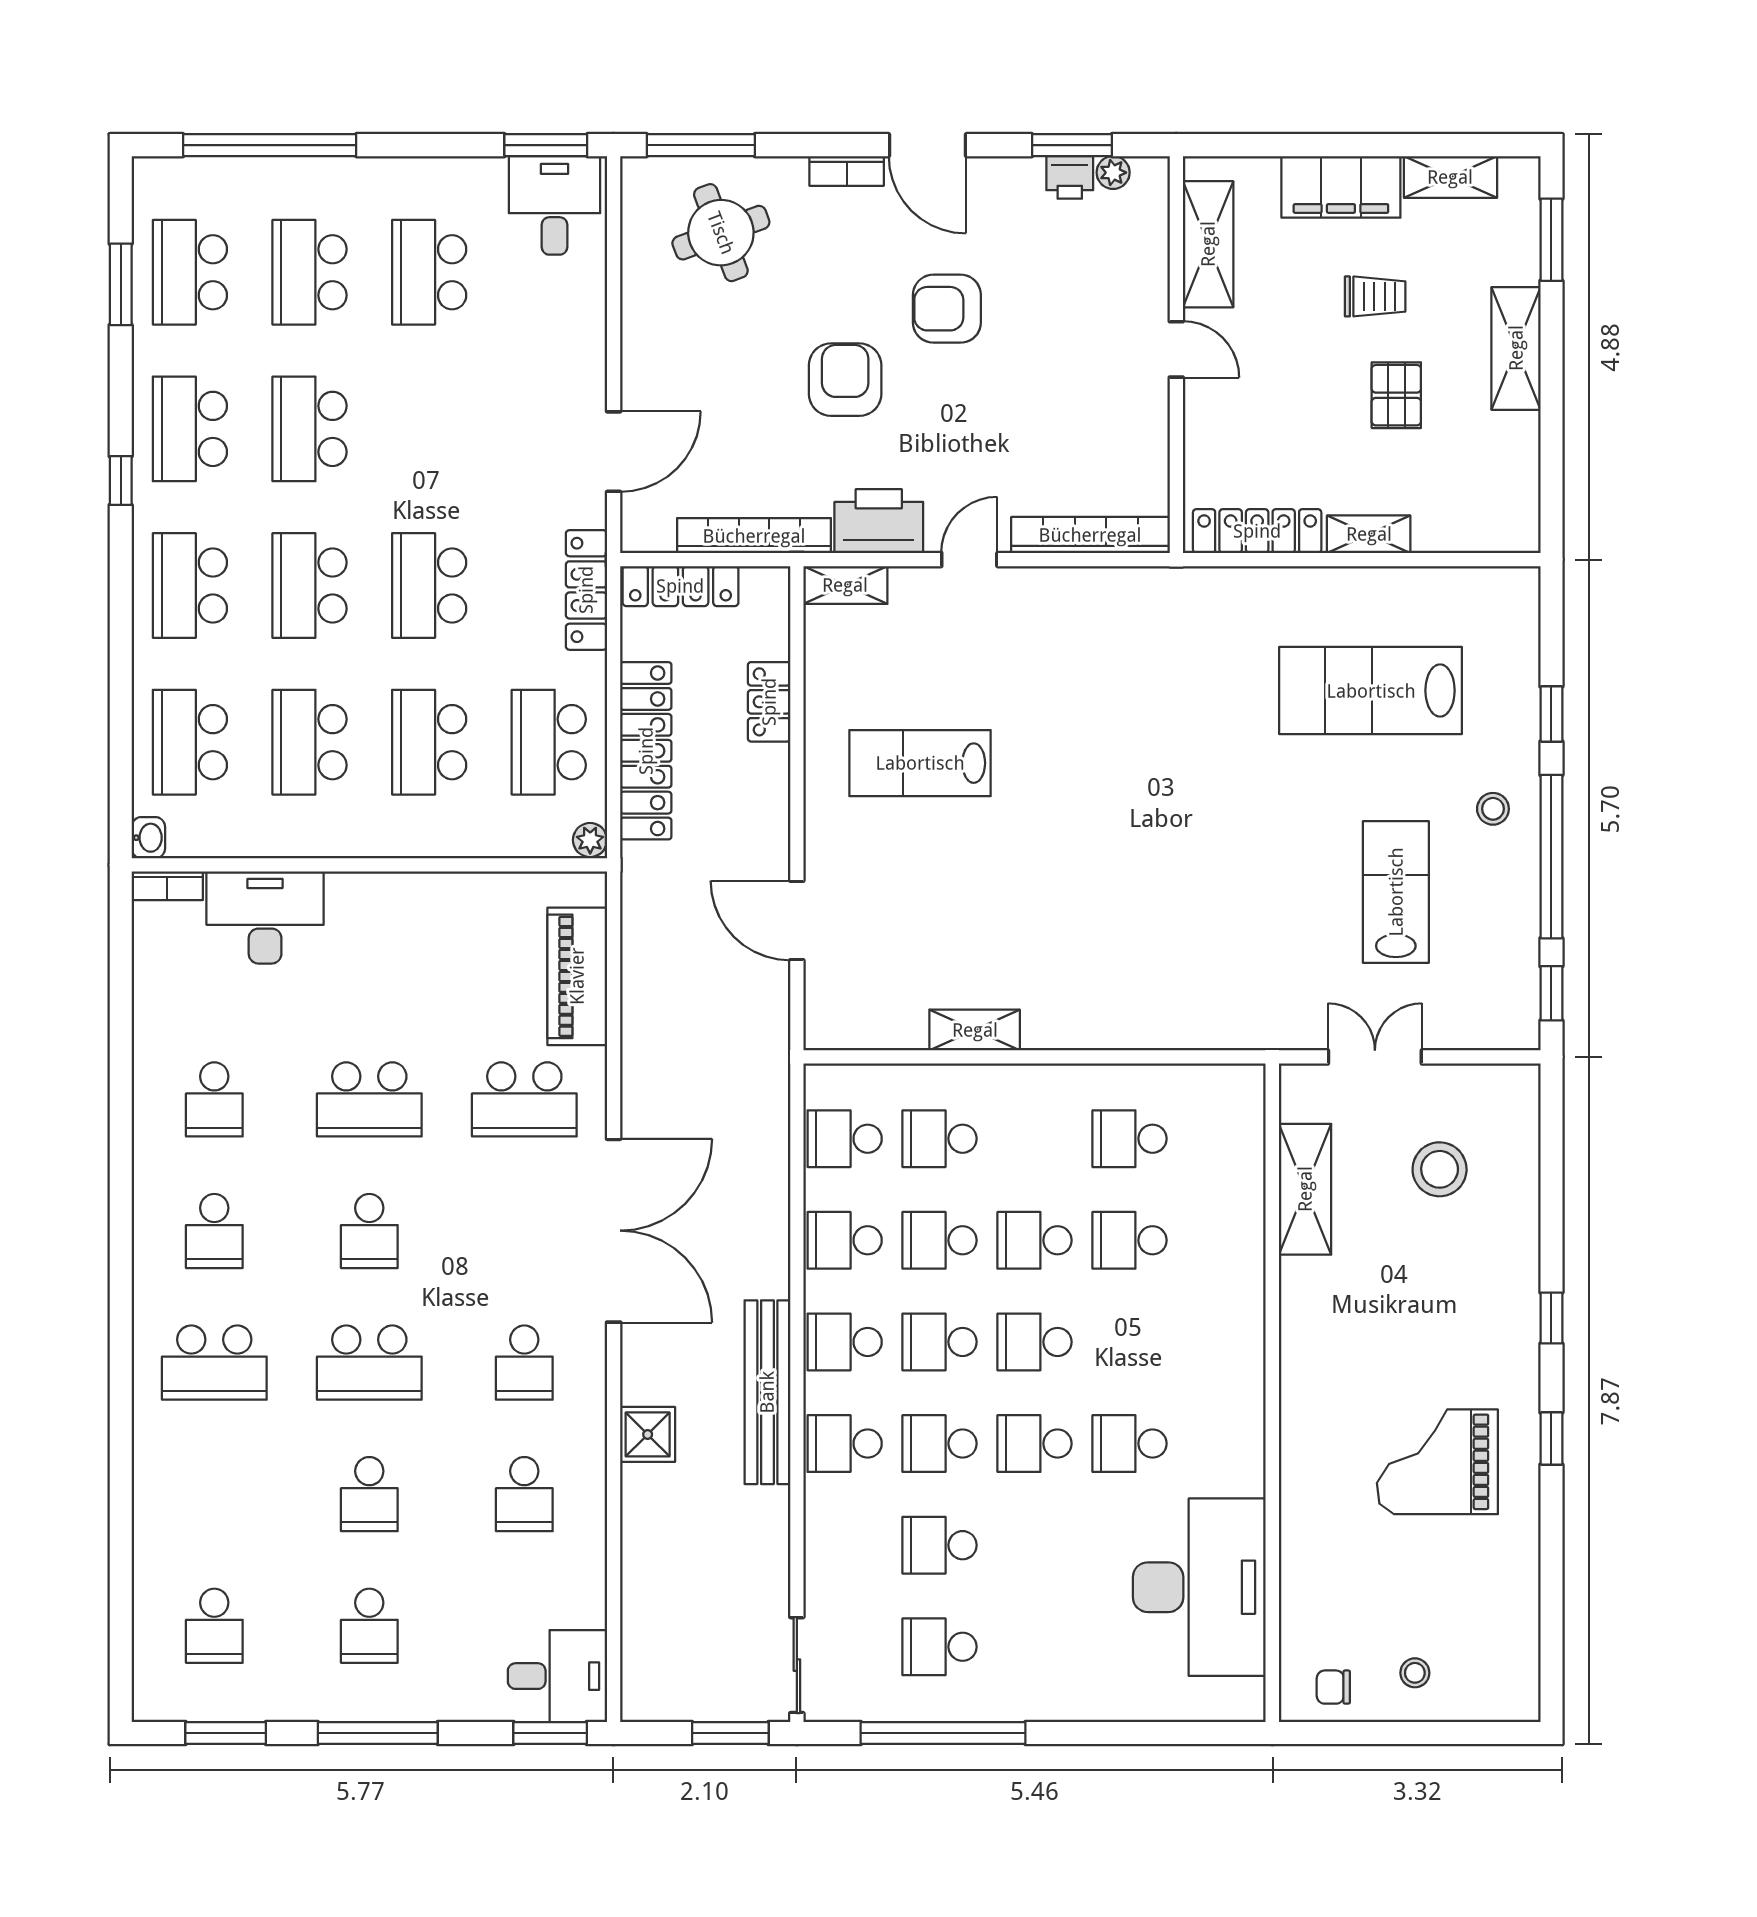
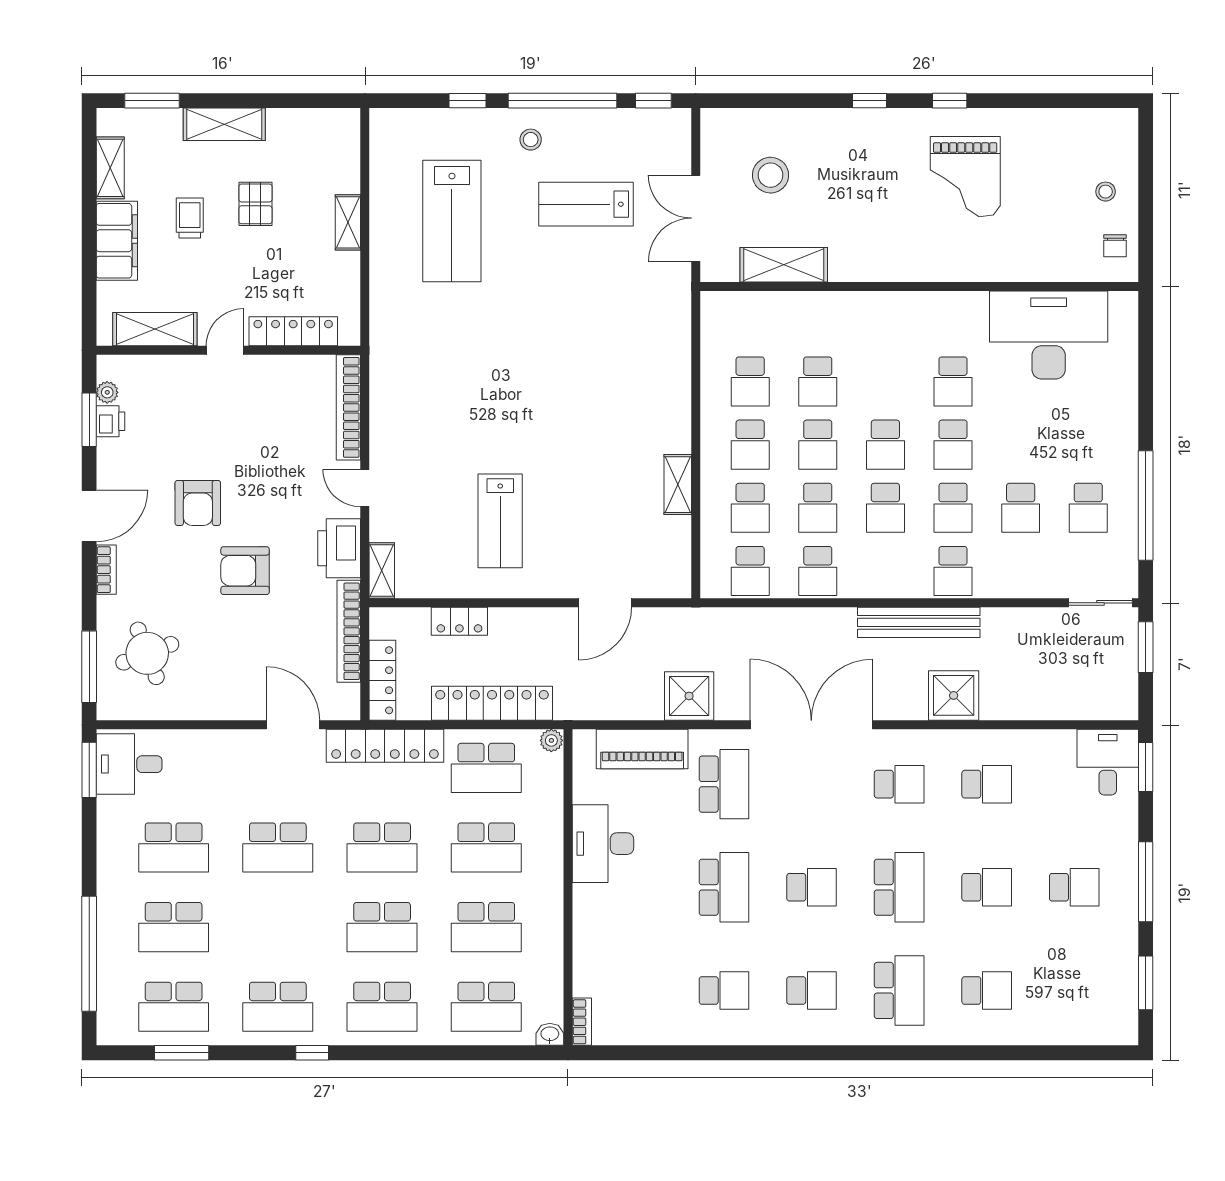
pallet: (1396, 395) -> (255, 204), turned 90
school desk: (309, 429) -> (278, 848), moved
locker: (1257, 531) -> (293, 331), moved, turned 90
locker: (586, 590) -> (385, 746), width x1.41, depth x1.21
desk: (265, 917) -> (603, 844), moved
shower: (657, 1047) -> (689, 696), added
double door: (1375, 1057) -> (696, 218), width x1.37
school desk: (845, 1342) -> (750, 445), moved
shower: (648, 1434) -> (954, 695), width x1.36, depth x1.36
school desk: (214, 1626) -> (987, 990), moved

